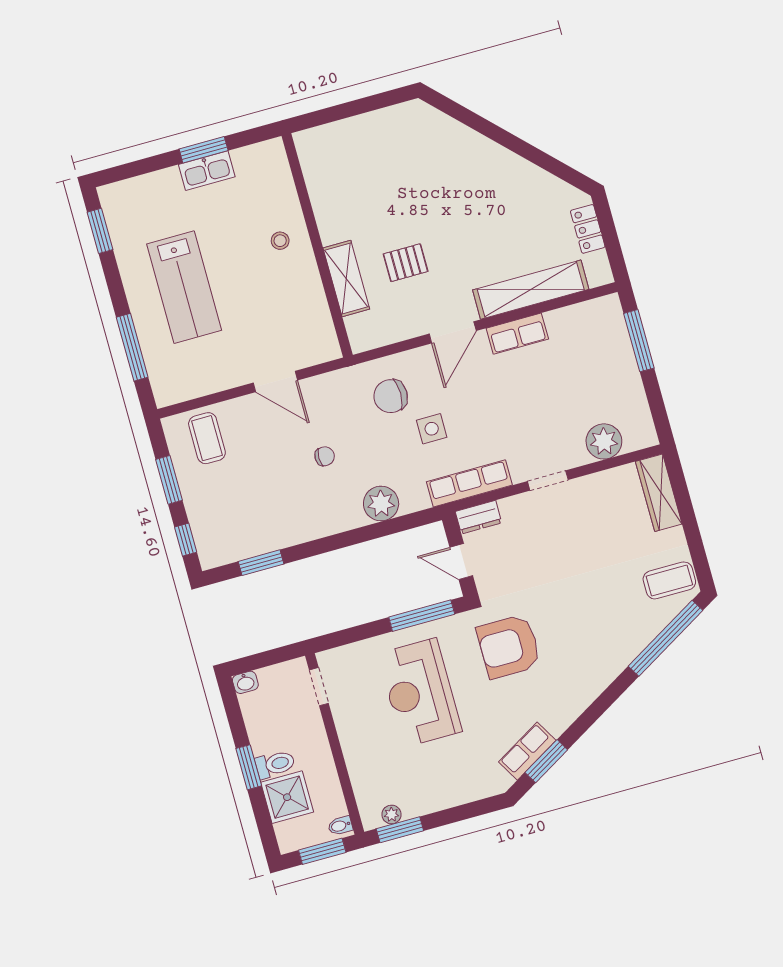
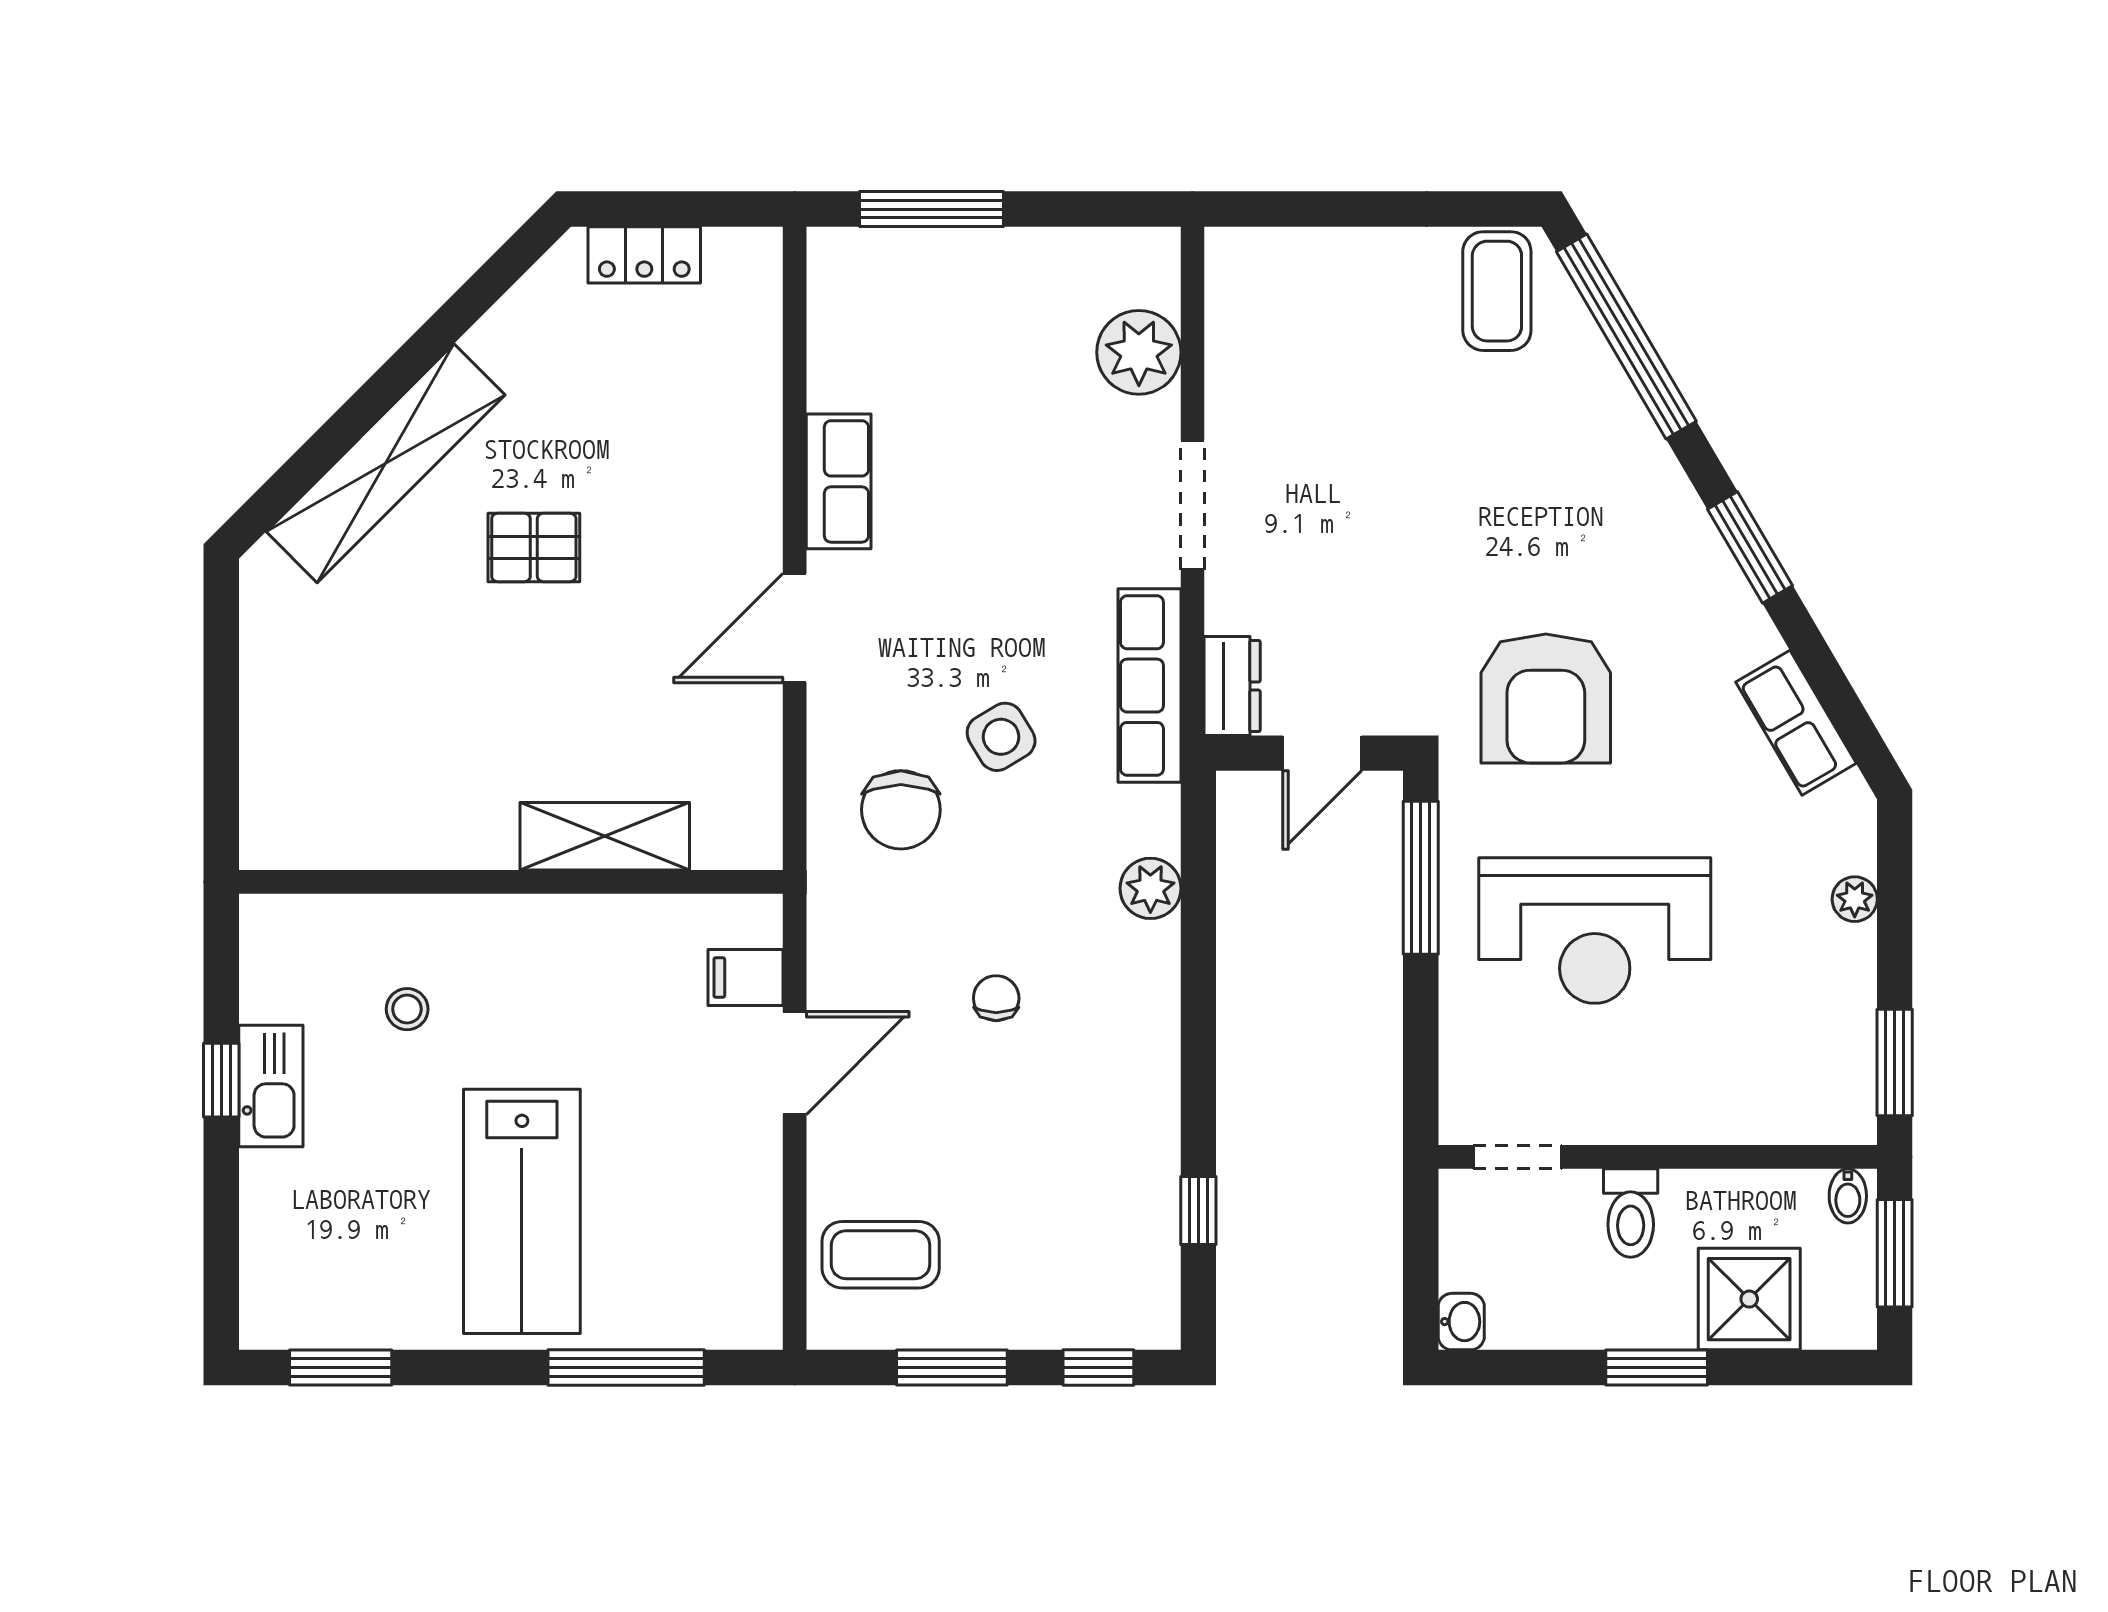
window: (204, 150) -> (221, 1080), width x0.67
stool: (280, 241) -> (407, 1009), moved
pallet: (406, 263) -> (534, 547), moved, turned 90
lab bench: (184, 287) -> (522, 1211), turned 90
shelving: (531, 290) -> (386, 463), moved, turned 45
door: (453, 332) -> (795, 628), swing flipped
filing cabinet: (305, 352) -> (745, 978), added
side table: (432, 429) -> (1001, 737), turned -31
doorway: (548, 481) -> (1193, 505), width x1.38
wardrobe: (659, 493) -> (1290, 260), removed
plant: (381, 504) -> (1150, 888), width x0.73, depth x0.73
window: (261, 563) -> (1198, 1211), width x0.67
window: (546, 761) -> (1750, 547), moved
toilet: (275, 764) -> (1631, 1213), moved, turned 180
plant: (391, 814) -> (1855, 899), moved

